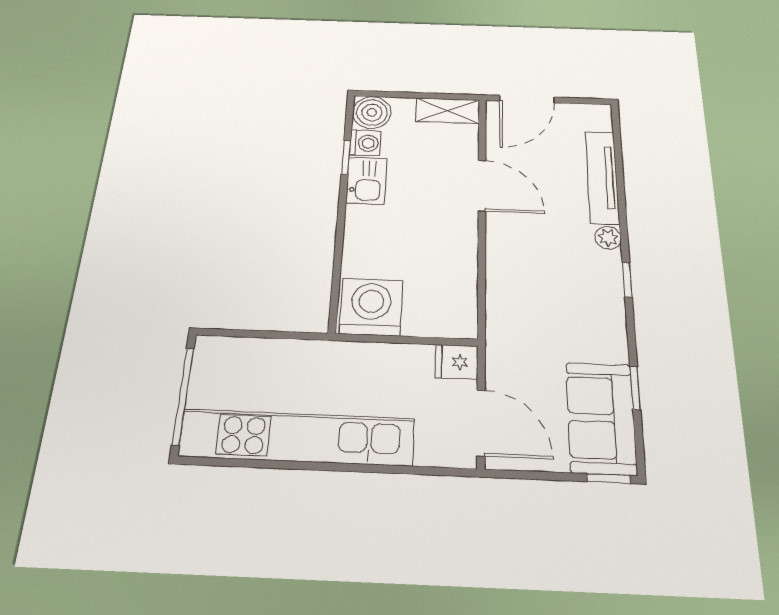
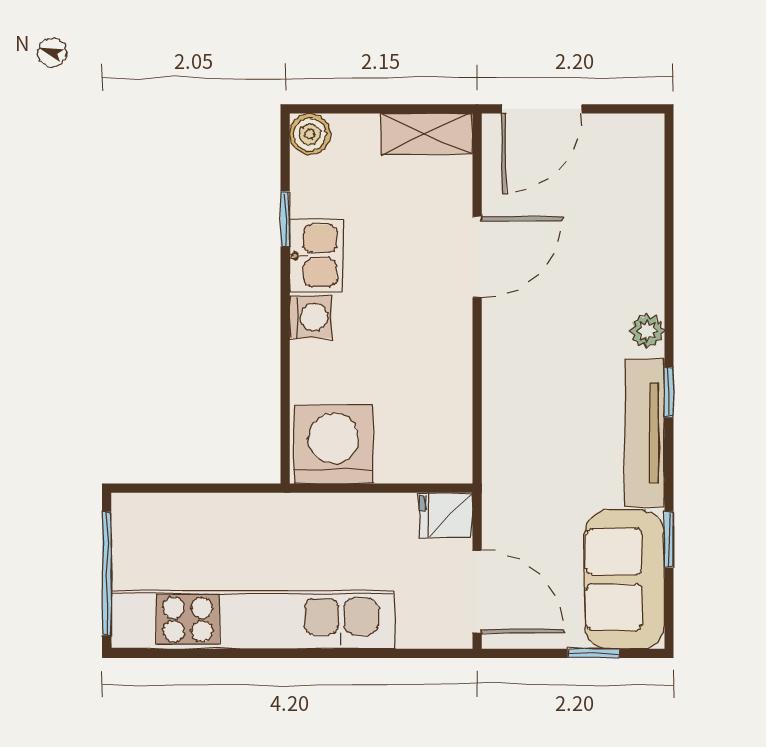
boiler: (372, 112) -> (310, 134), width x0.73, depth x0.73
washing machine: (365, 143) -> (311, 317), moved
tv unit: (602, 177) -> (645, 433), moved
door: (482, 186) -> (477, 257), hinge flipped
window: (609, 479) -> (594, 653), moved

